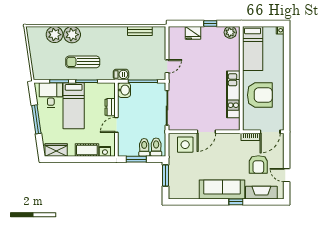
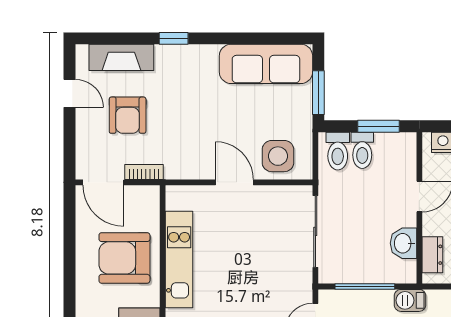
washbasin: (124, 90) -> (403, 243), moved
dresser: (110, 107) -> (432, 255), moved
door: (206, 132) -> (234, 182), hinge flipped
door: (270, 132) -> (103, 182), swing flipped
armchair: (258, 164) -> (128, 115), turned 180
sofa: (222, 189) -> (266, 64), moved

